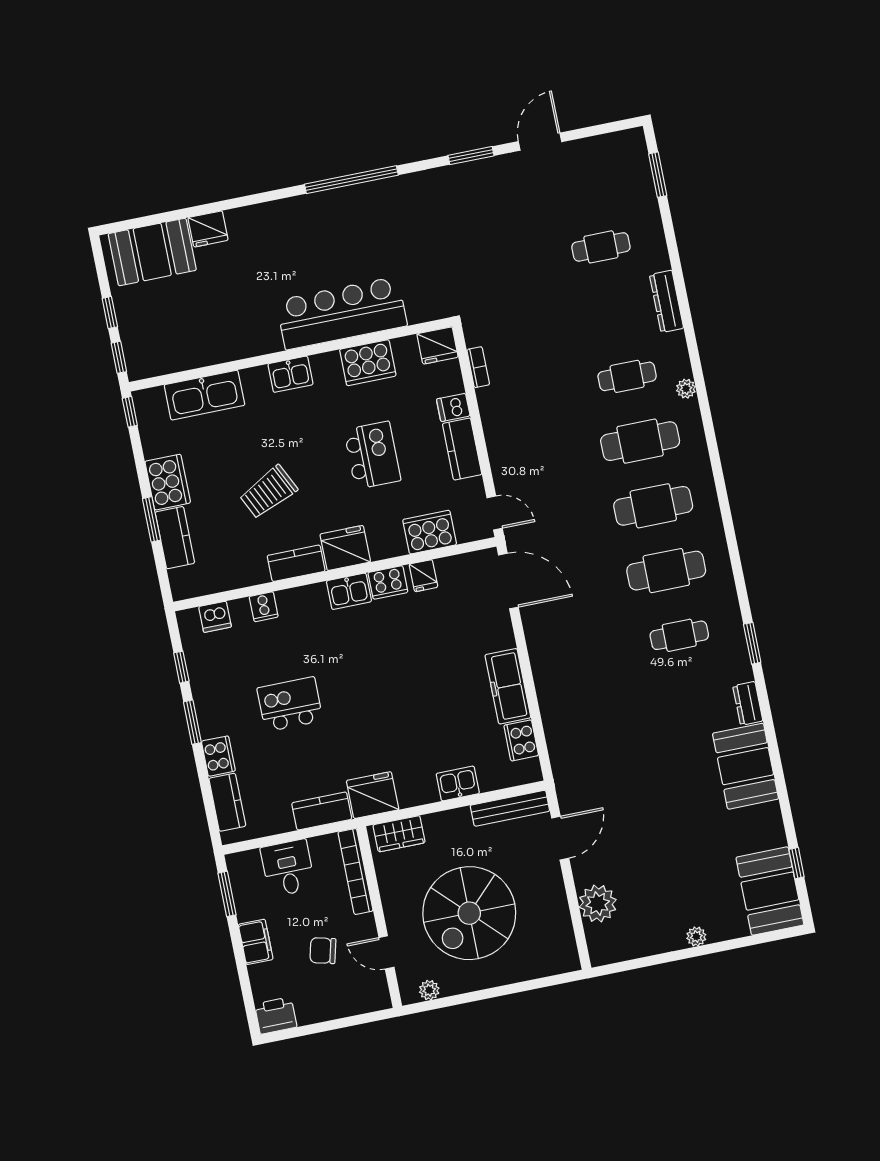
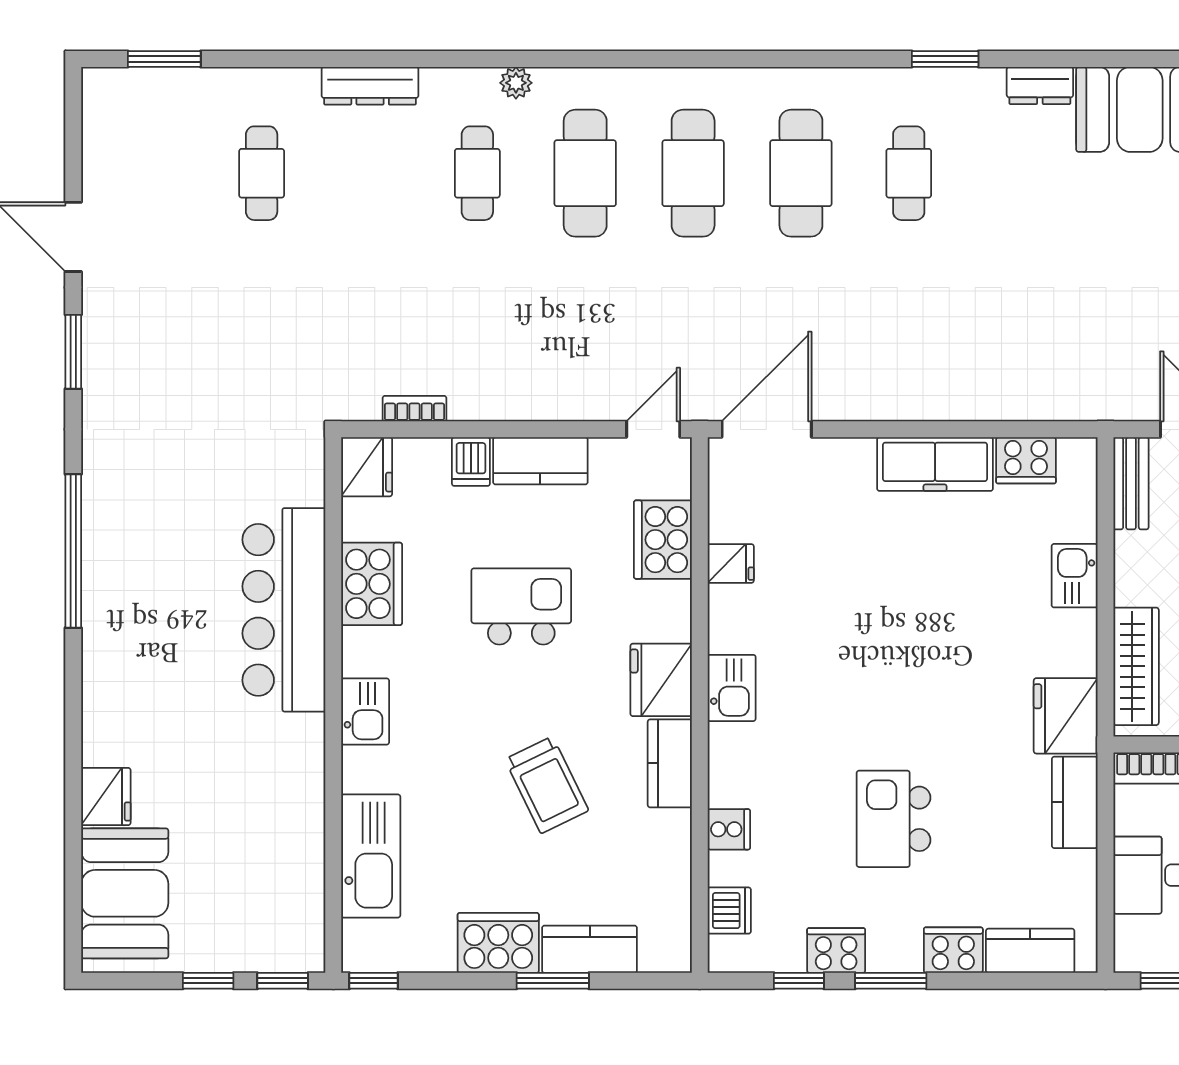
cooker: (388, 582) -> (836, 950), moved, turned -90
bench: (510, 808) -> (1131, 483), width x0.73
wardrobe: (399, 834) -> (1136, 666), width x1.50

